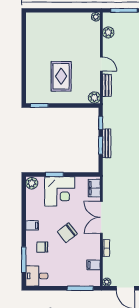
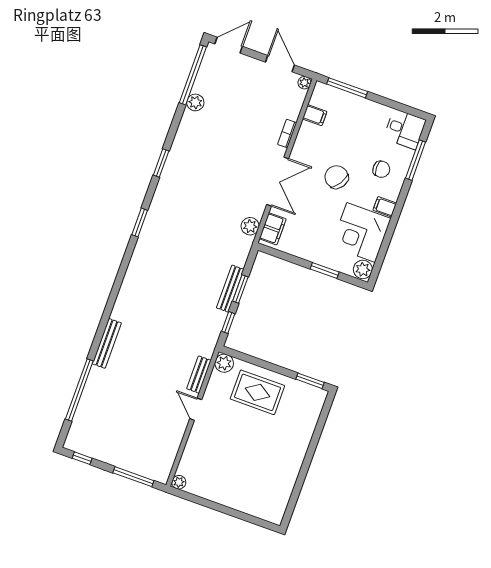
plant: (108, 32) -> (250, 226), moved
rug: (61, 76) -> (257, 392), moved, turned 90
corner desk: (60, 191) -> (361, 233), moved, turned -90
chair: (67, 233) -> (336, 177), turned -109

